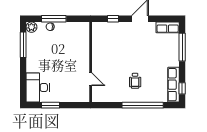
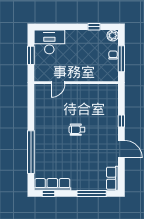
window: (23, 45) -> (94, 27), width x0.46
wall: (91, 62) -> (76, 83), moved
door: (91, 79) -> (58, 83), moved
wheelchair: (135, 81) -> (77, 130), moved

